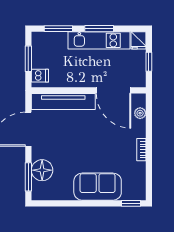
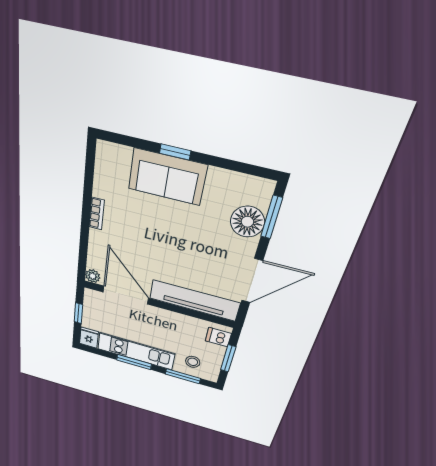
stool: (54, 46) -> (193, 362), added
plant: (140, 113) -> (93, 276), moved
window: (131, 203) -> (175, 152), moved

